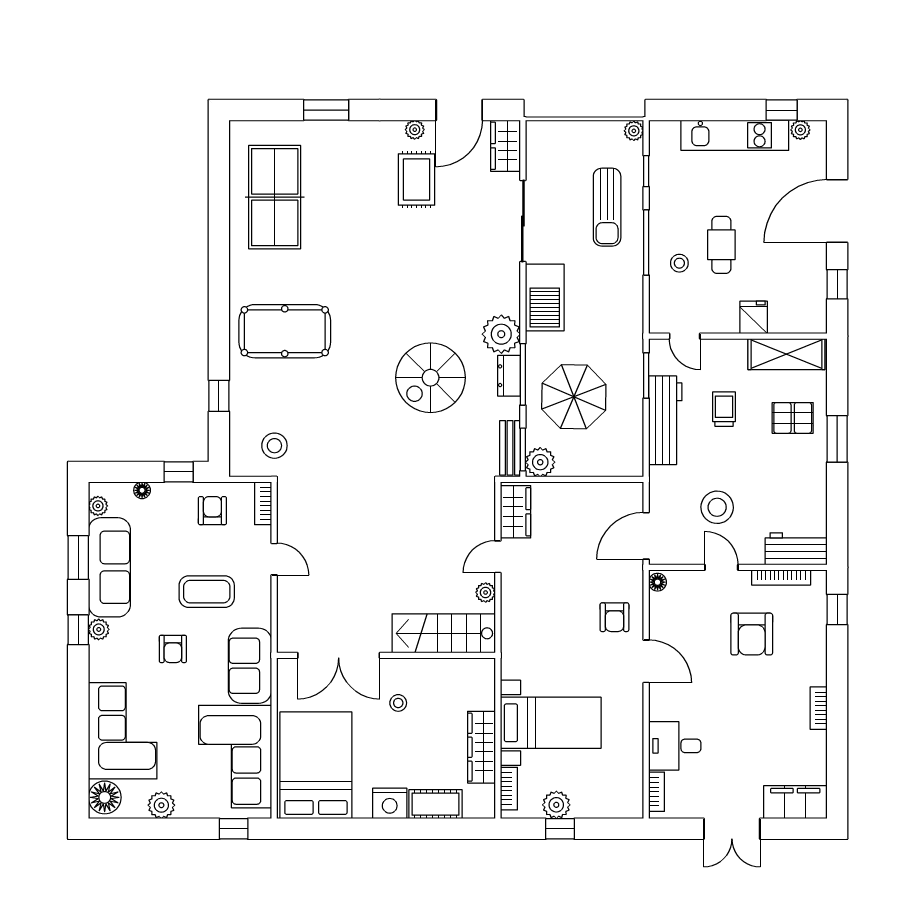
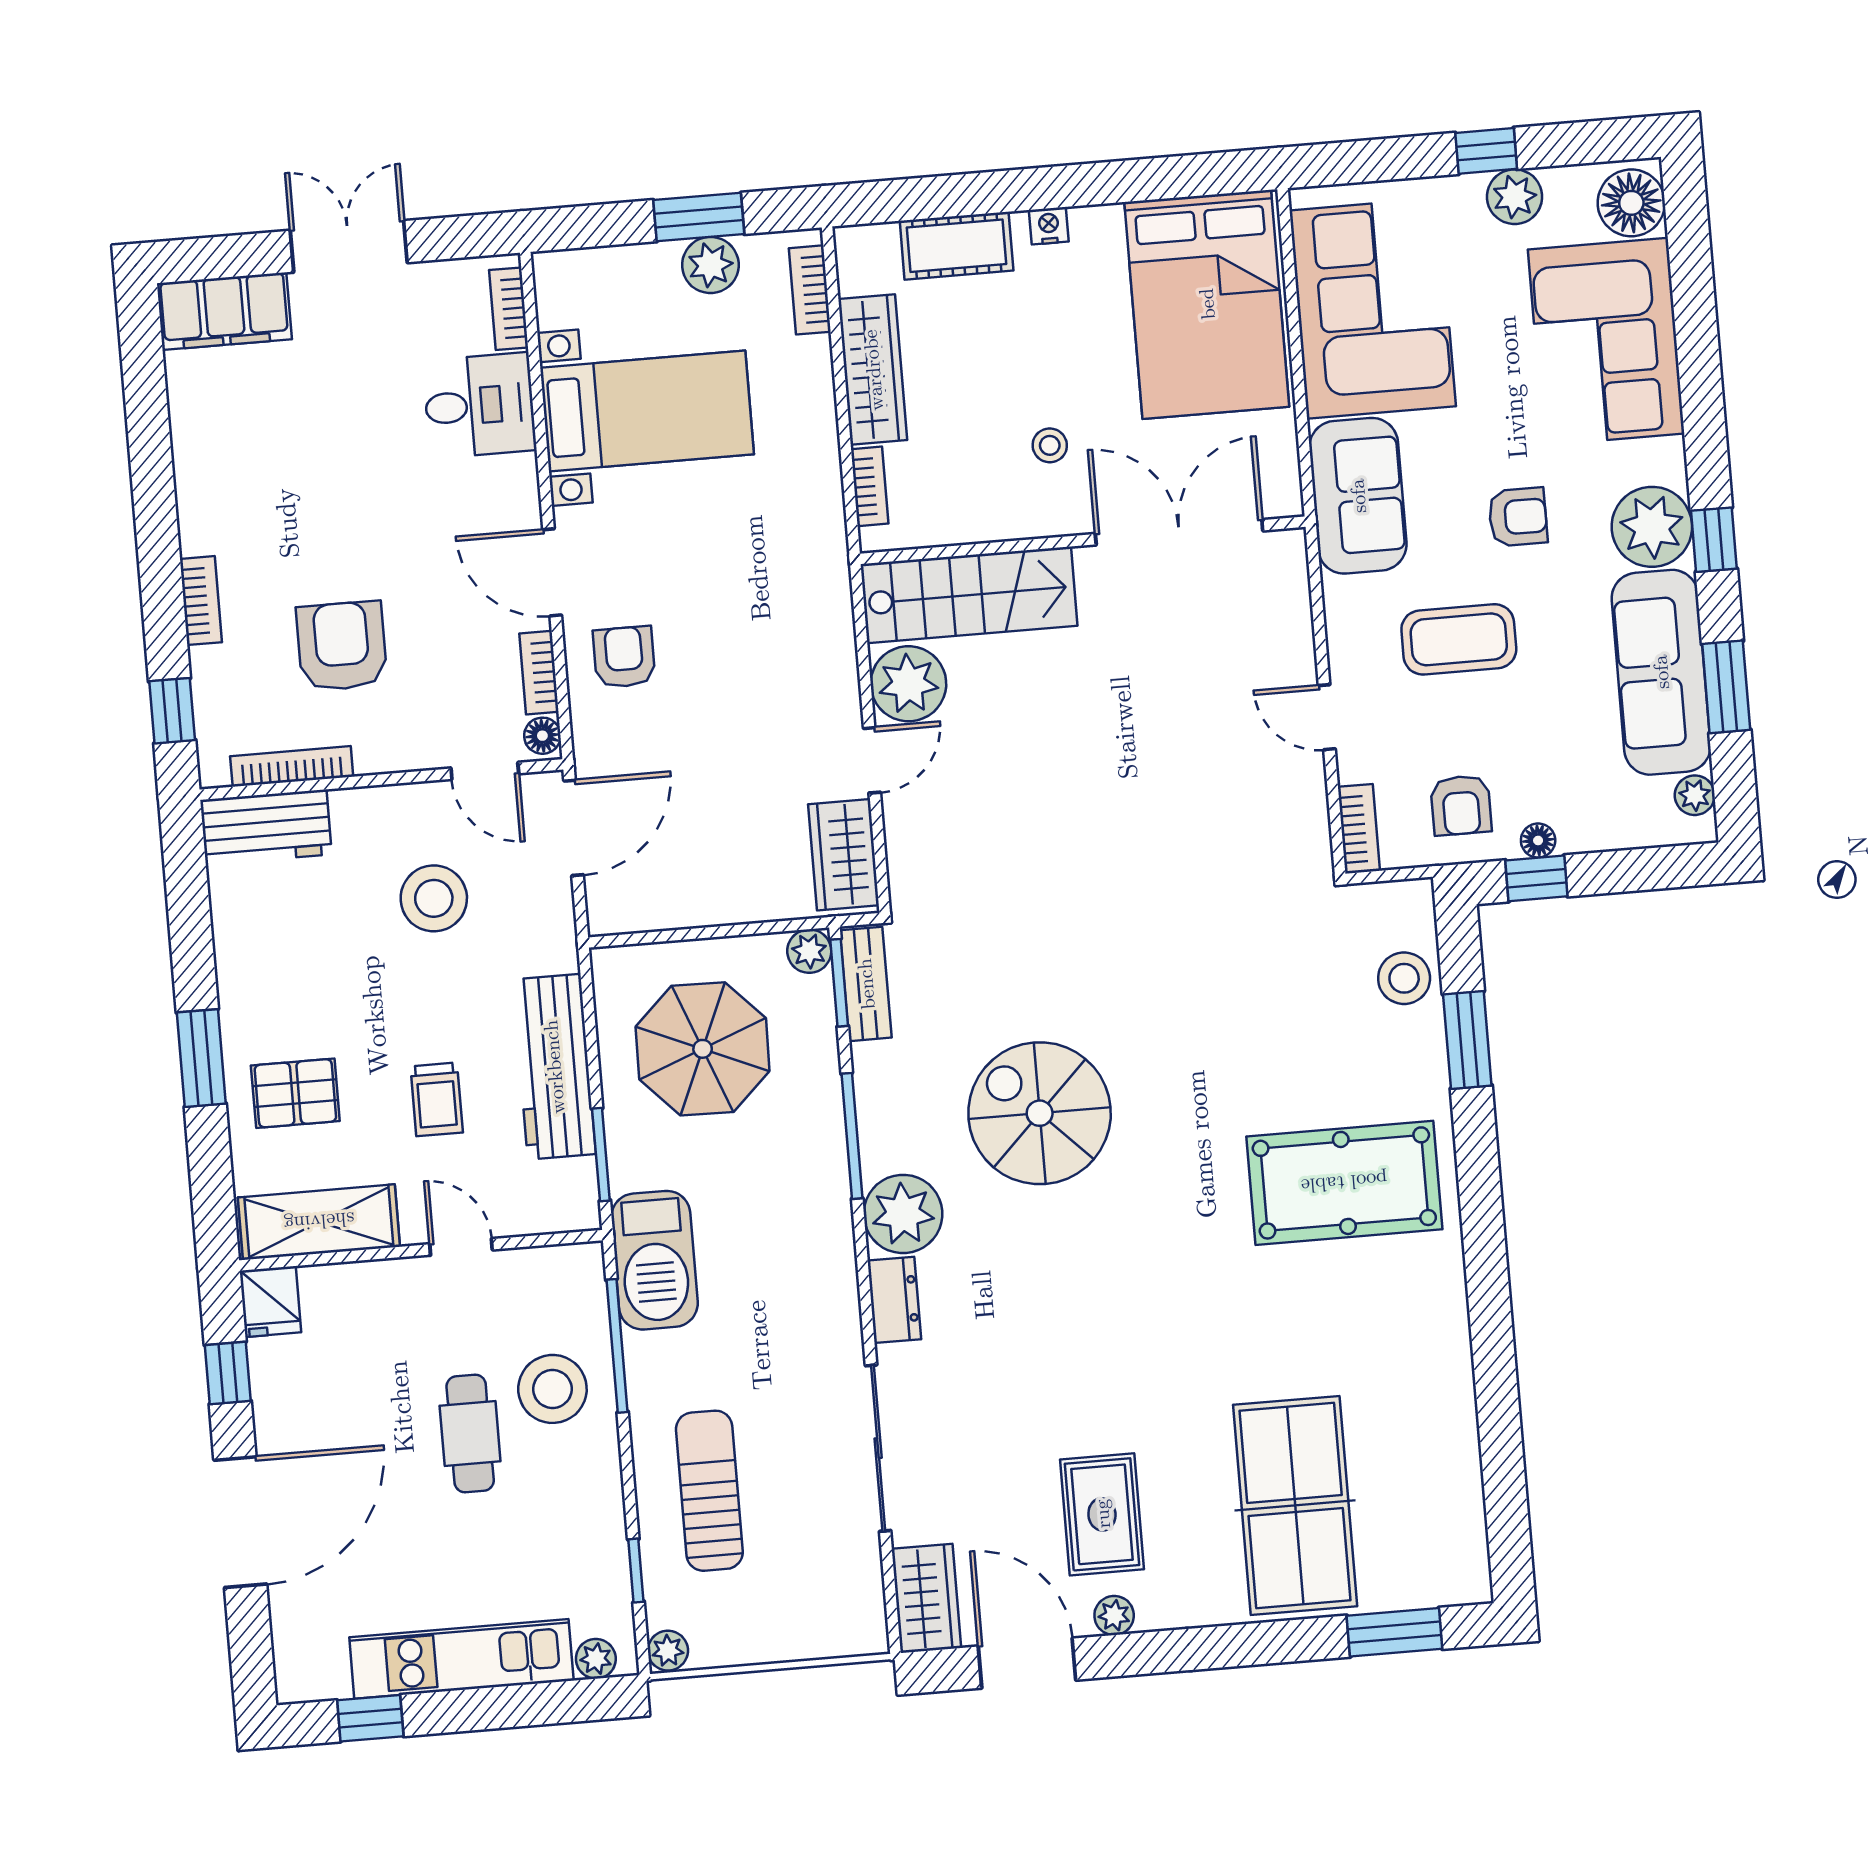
window: (326, 110) -> (1394, 1632), moved
door: (459, 110) -> (1027, 1663), hinge flipped
plant: (800, 130) -> (596, 1659), moved
table tennis table: (275, 197) -> (1295, 1506), moved
window: (646, 243) -> (617, 1346), moved
stool: (679, 263) -> (552, 1389), width x1.89, depth x1.89
barbecue: (545, 297) -> (655, 1260), moved, turned 180
fridge: (754, 317) -> (270, 1302), moved
door: (685, 336) -> (461, 1247), moved
dresser: (509, 376) -> (894, 1300), moved
spiral stairs: (431, 378) -> (1040, 1113), turned -90
window: (219, 396) -> (1467, 1040), width x1.50
parasol: (574, 397) -> (703, 1049), moved
stool: (274, 446) -> (1404, 978), moved
plant: (540, 462) -> (809, 951), width x0.73, depth x0.73
floor lamp: (142, 490) -> (1538, 840), moved
door: (721, 567) -> (485, 771), moved
plant: (486, 592) -> (908, 684), width x1.88, depth x1.88
bookcase: (657, 613) -> (539, 673), added
plant: (99, 629) -> (1652, 527), width x1.88, depth x1.88
armchair: (173, 649) -> (1518, 517), turned 90
bookcase: (488, 690) -> (870, 486), added
bookcase: (819, 708) -> (201, 601), moved
bed with nightstands: (551, 723) -> (647, 411), moved, turned 180
nightstand: (390, 803) -> (1049, 226), width x0.53, depth x0.56
window: (234, 829) -> (1486, 151), moved
window: (560, 829) -> (699, 217), width x1.50

